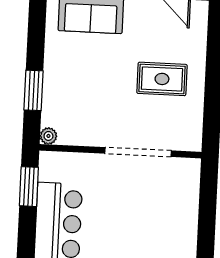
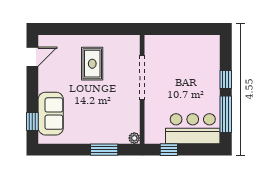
window: (29, 187) -> (169, 150), width x0.67

